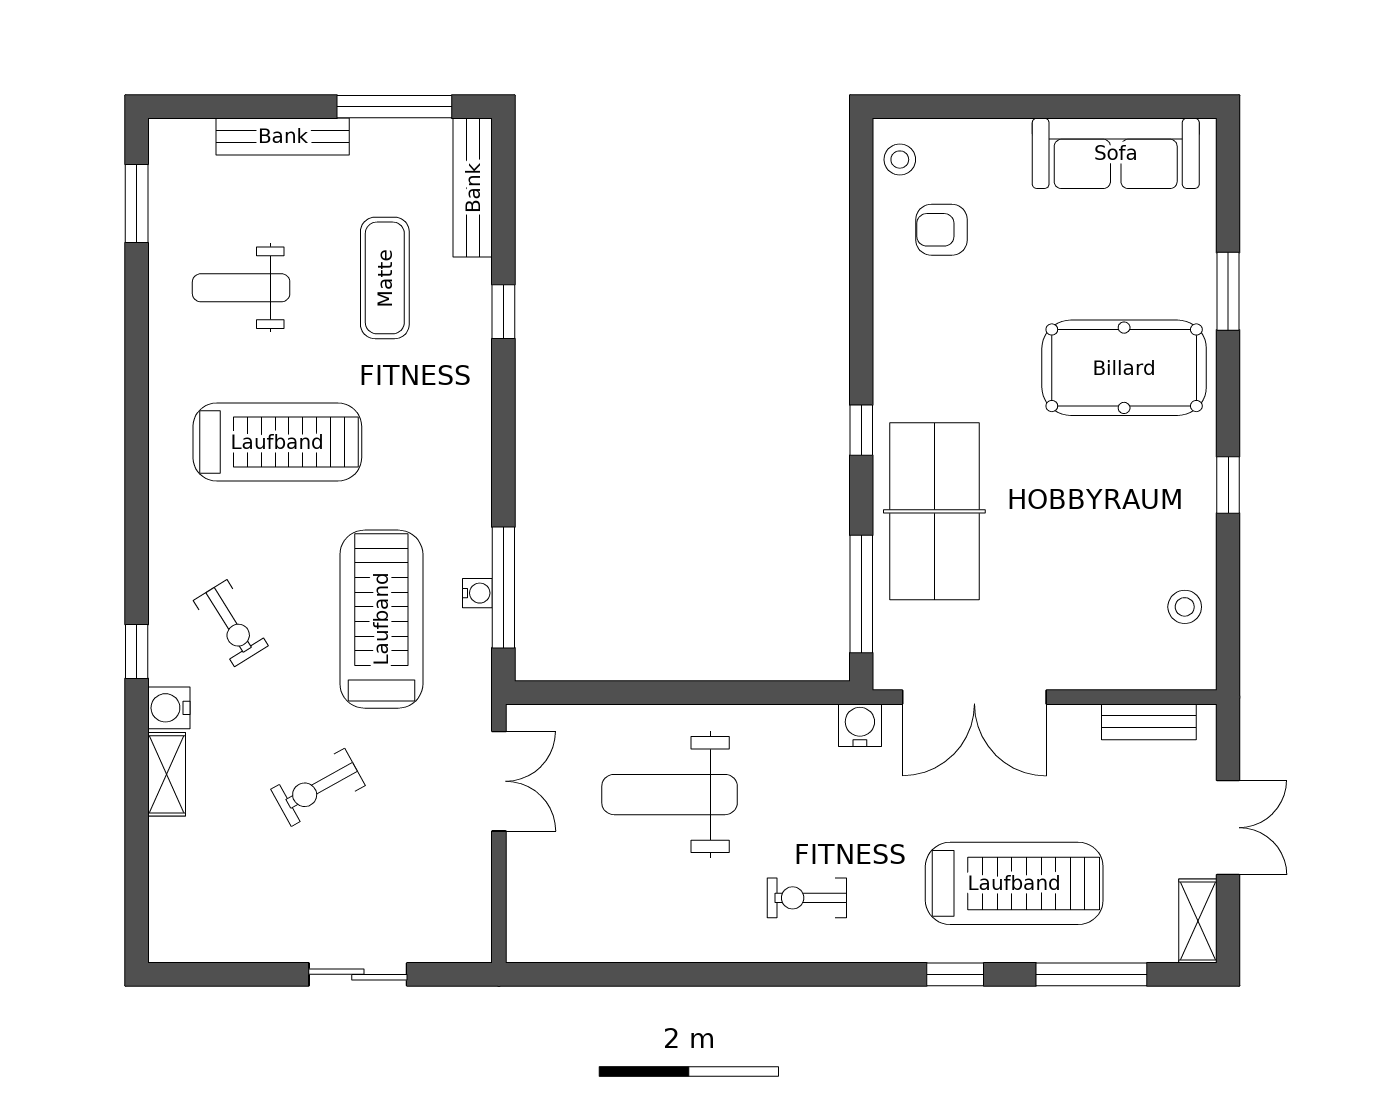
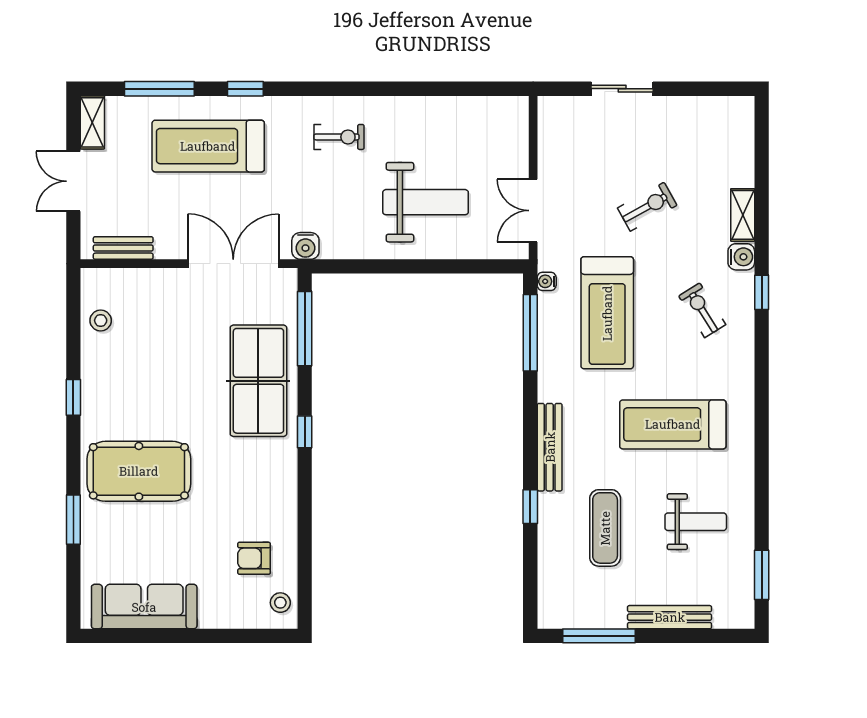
bench: (473, 188) -> (550, 447), moved
armchair: (942, 230) -> (254, 558), turned 180
water cooler: (477, 593) -> (547, 281), moved

